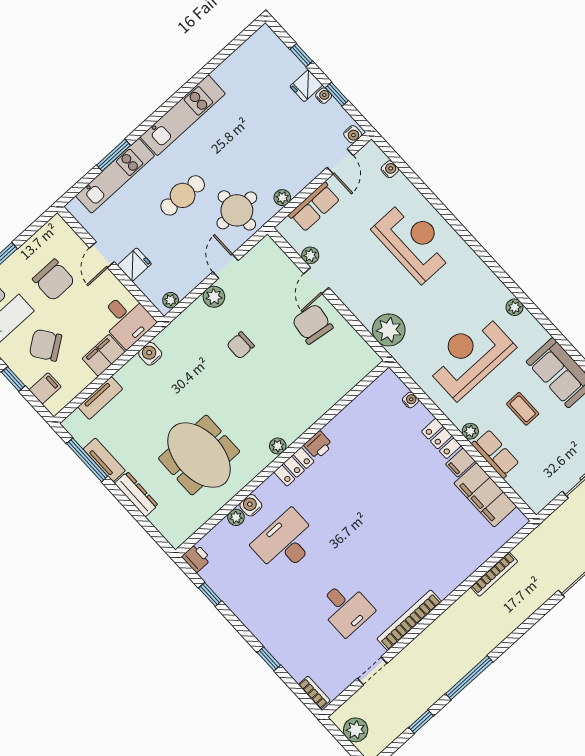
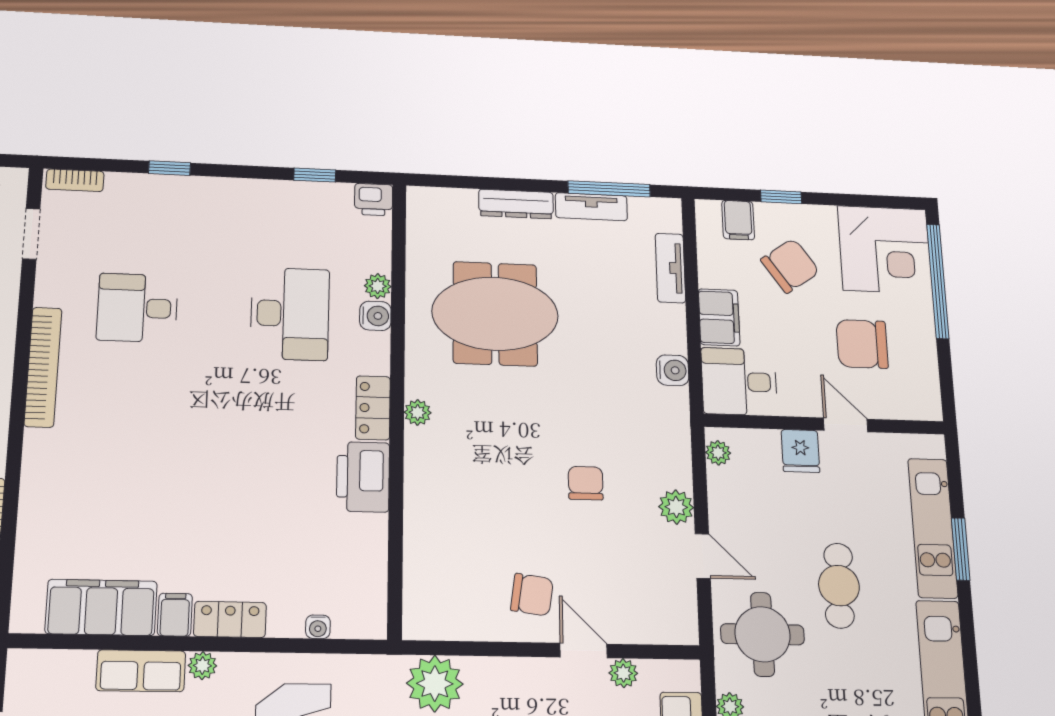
chair: (313, 324) -> (532, 595), width x0.73, depth x0.73
printer: (318, 445) -> (363, 477), width x1.87, depth x1.48
doorway: (372, 671) -> (31, 234), moved

